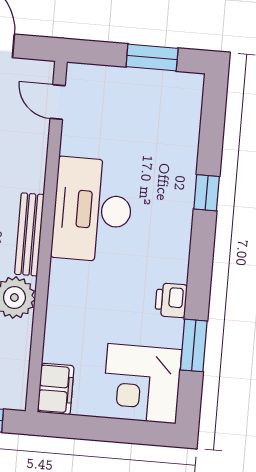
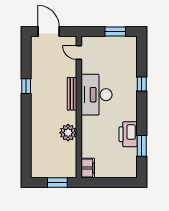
bench: (29, 234) -> (72, 94), moved
printer: (171, 300) -> (128, 134), width x1.87, depth x1.48
corner desk: (142, 384) -> (122, 163), removed

